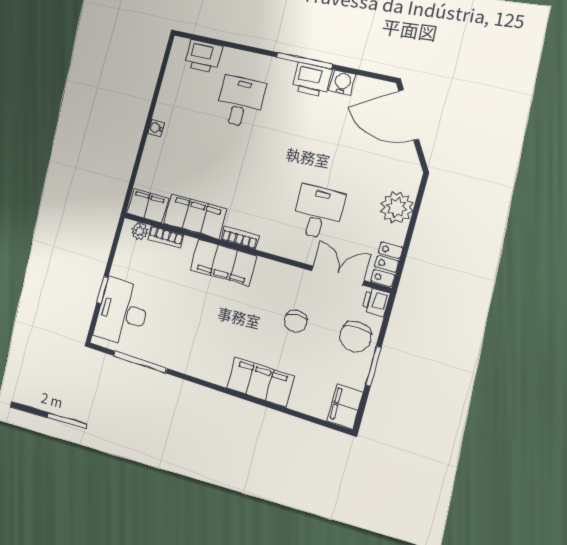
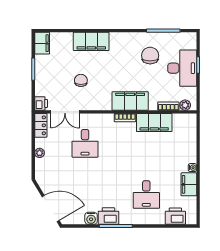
filing cabinet: (148, 206) -> (189, 184), moved, turned 90
plant: (397, 207) -> (40, 153), width x0.53, depth x0.53
desk: (122, 312) -> (182, 68), moved
chair: (356, 337) -> (150, 56), moved

